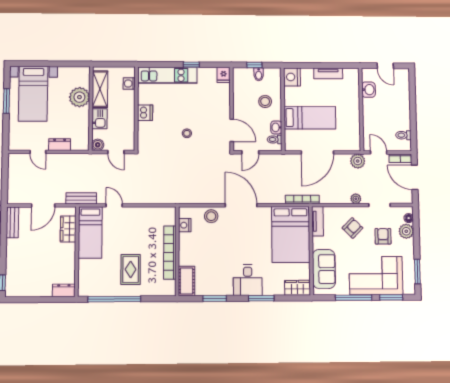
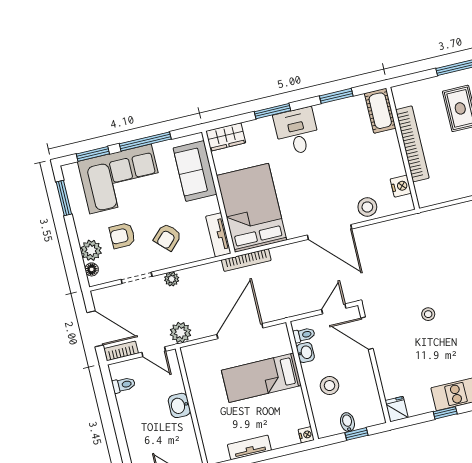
nightstand: (292, 77) -> (306, 435), width x0.53, depth x0.56
washbasin: (369, 90) -> (179, 405), moved
armchair: (383, 236) -> (122, 236), turned 90

